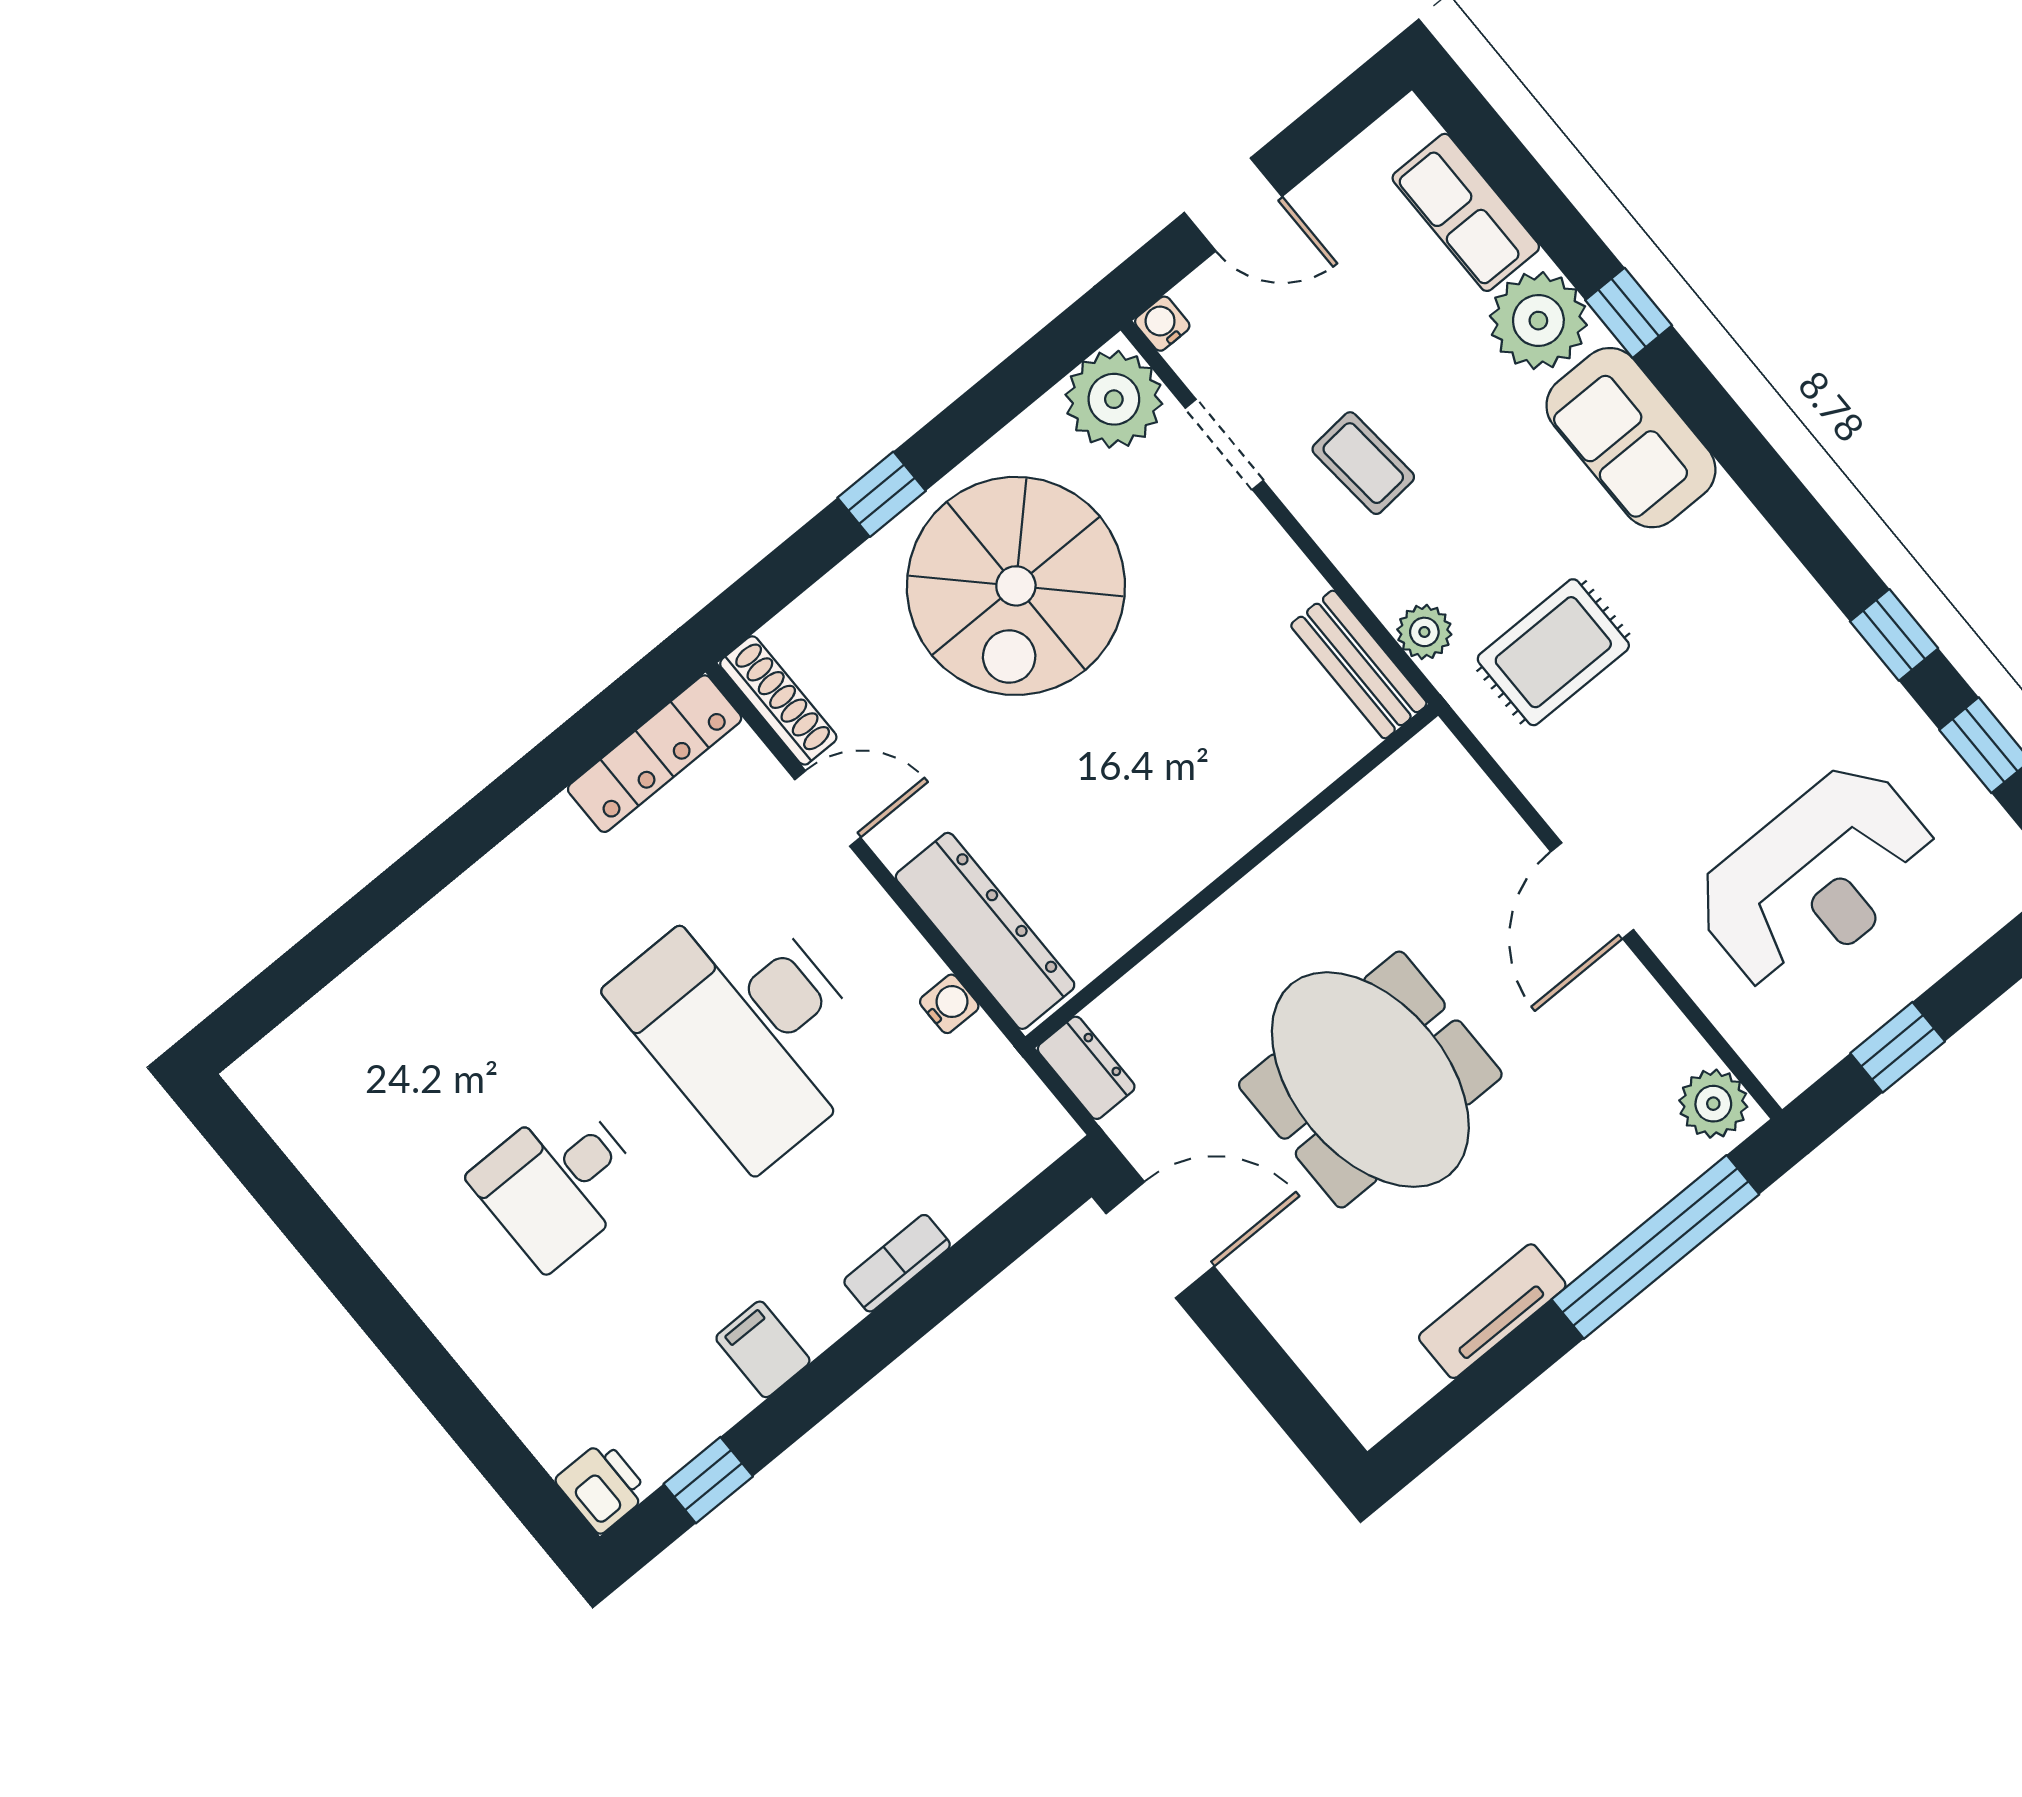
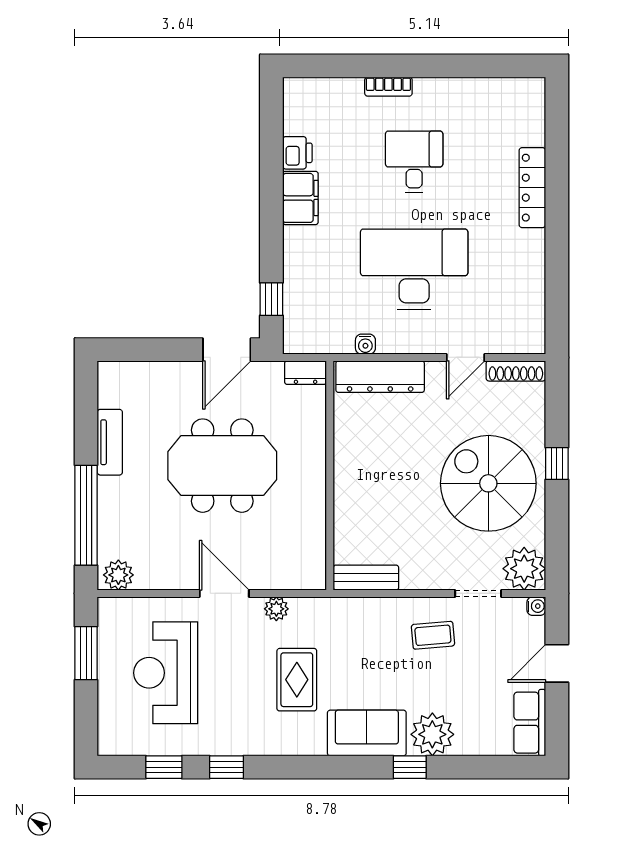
row of seats: (1466, 212) -> (530, 723), moved, turned -90
plant: (1424, 632) -> (276, 609), moved
rug: (1553, 652) -> (297, 680), moved
locker: (655, 754) -> (532, 188), moved
window: (1898, 1047) -> (86, 653), width x1.50
bookcase: (897, 1263) -> (388, 87), moved, turned 90
filing cabinet: (763, 1349) -> (300, 198), width x2.00
window: (708, 1480) -> (271, 299), moved
printer: (602, 1487) -> (297, 153), moved, turned -90

